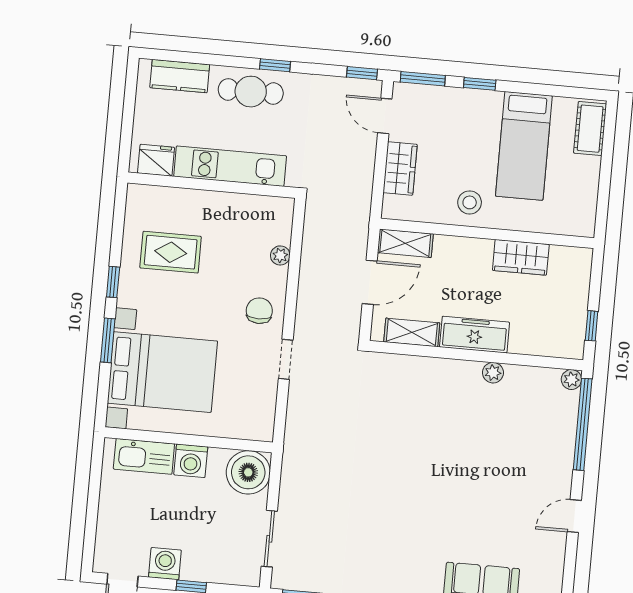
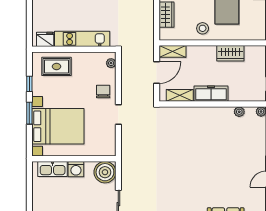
fridge: (156, 160) -> (45, 39), moved
kitchen unit: (230, 166) -> (82, 39), moved
wall: (212, 185) -> (74, 49), moved
plant: (493, 373) -> (239, 112), moved

